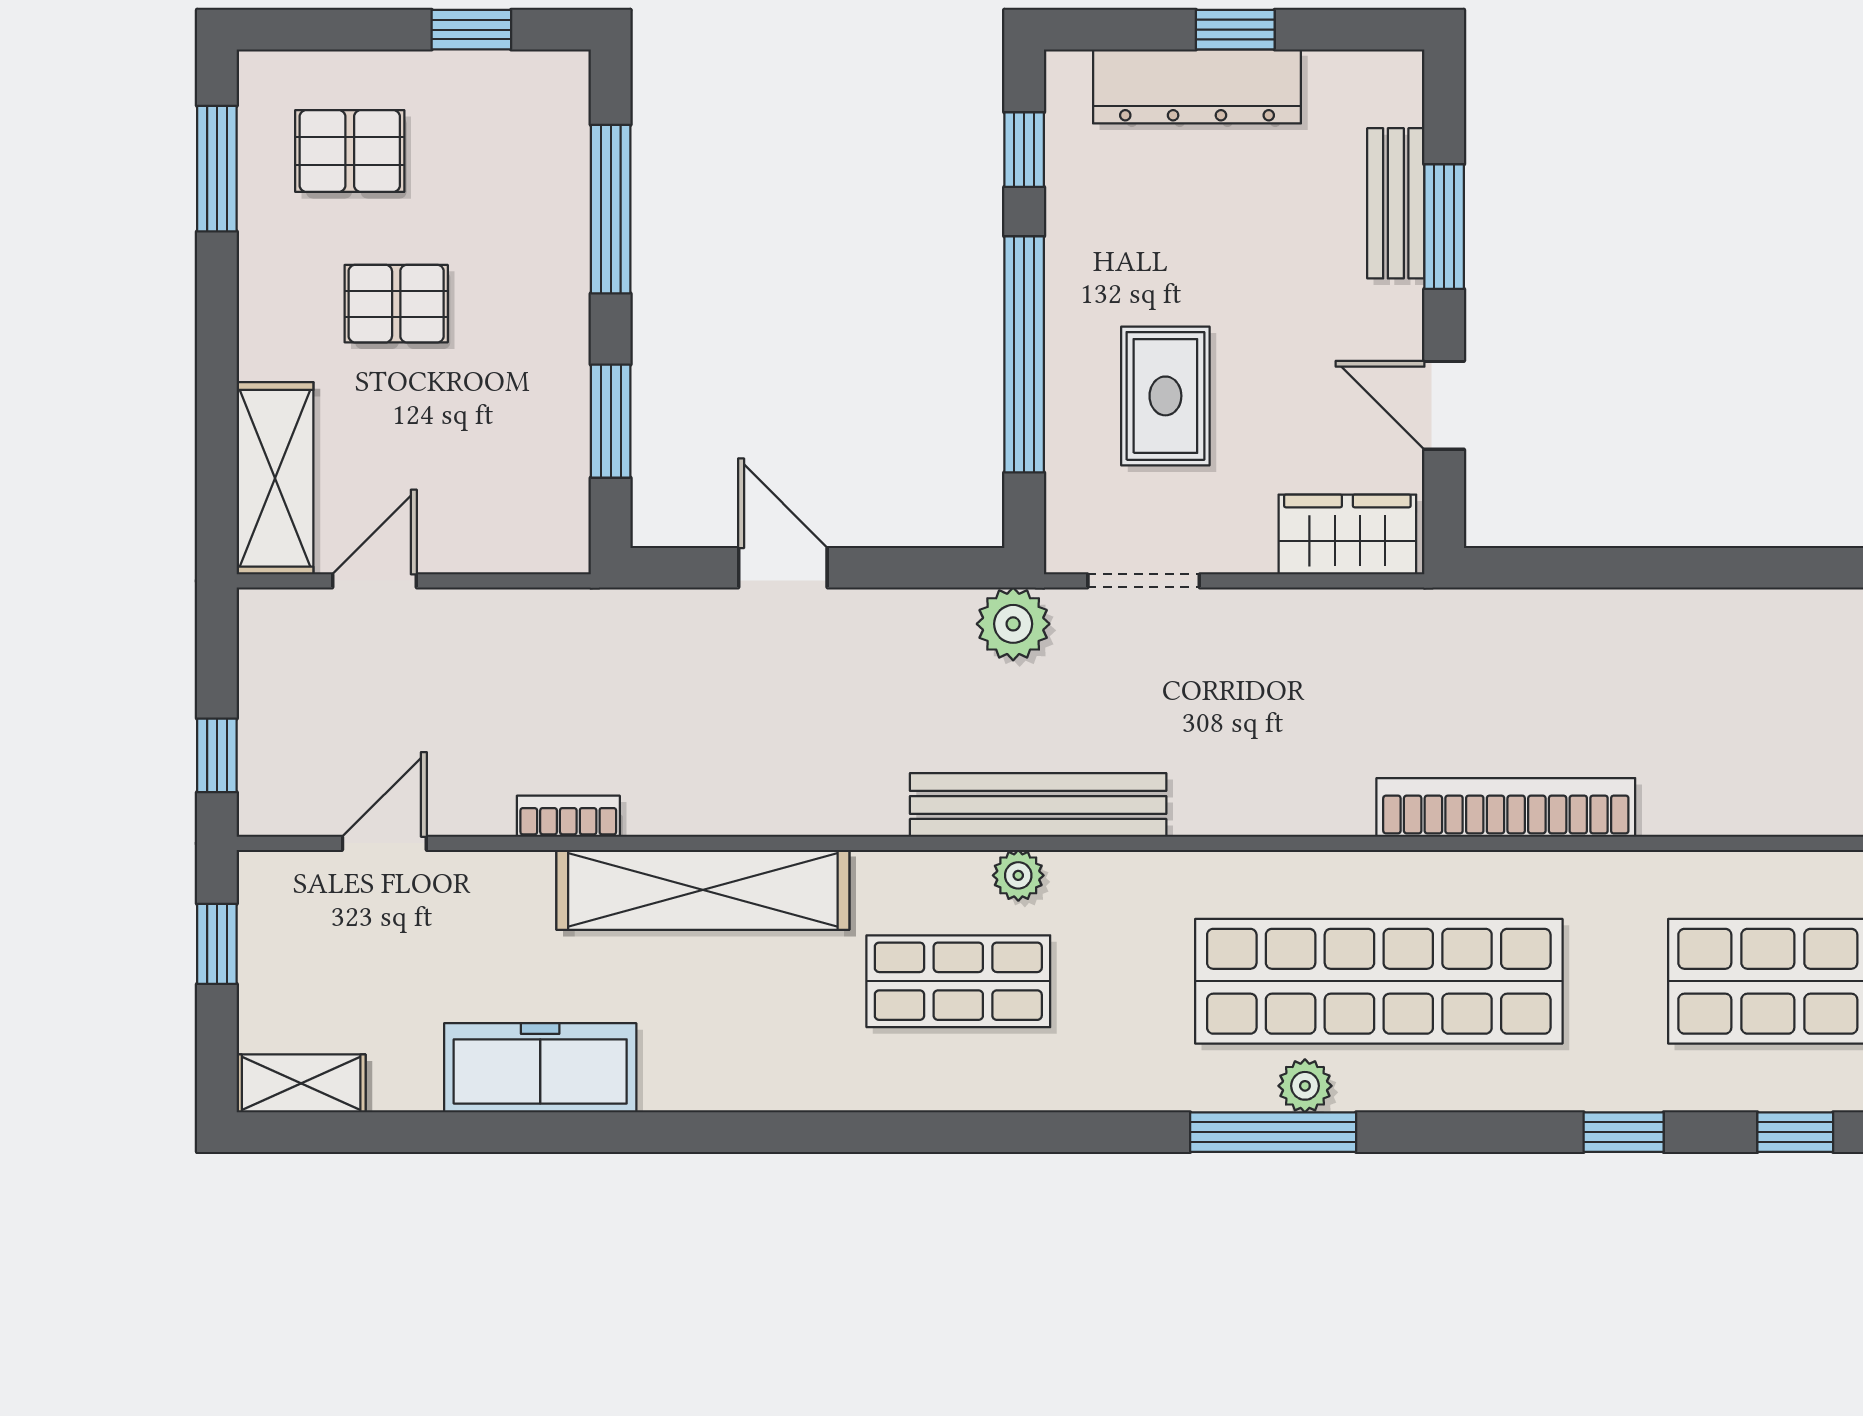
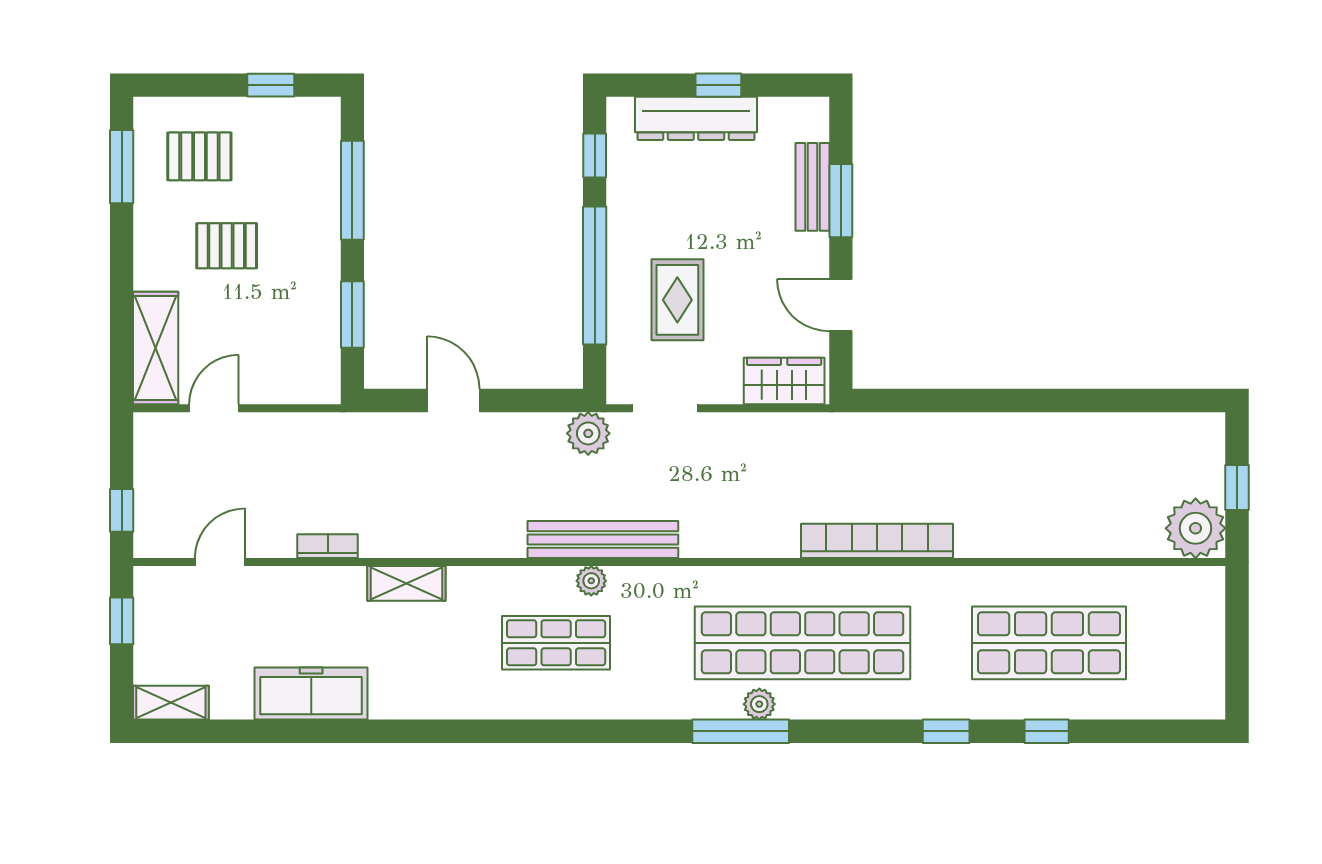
shelving: (703, 890) -> (406, 583), width x0.45, depth x0.75

